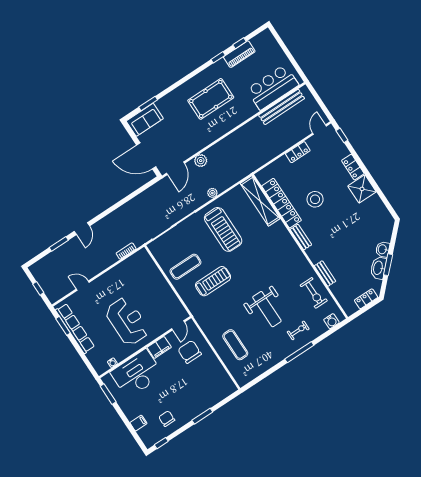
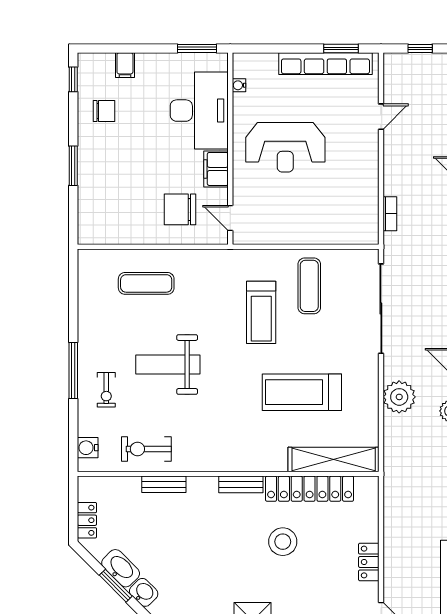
plant: (212, 193) -> (399, 397), width x1.87, depth x1.87
treadmill: (223, 229) -> (302, 392), moved
chair: (190, 352) -> (180, 209), turned 180

